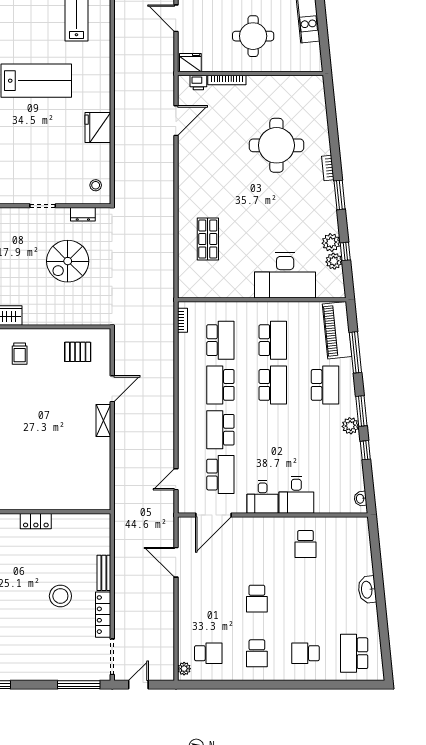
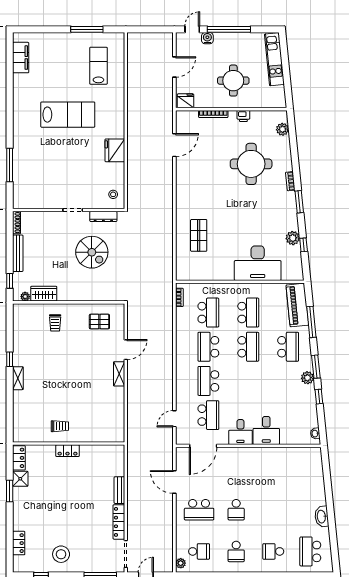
door: (176, 18) -> (174, 67), swing flipped
printer: (198, 82) -> (243, 116), moved
dresser: (83, 214) -> (103, 216), width x1.44
spiral stairs: (68, 261) -> (92, 252), turned -90
plant: (334, 261) -> (282, 129), moved
trolley: (26, 489) -> (60, 426), added
school desk: (305, 544) -> (199, 510), moved, width x1.85
washbasin: (367, 590) -> (322, 517), moved
stool: (60, 596) -> (61, 554), moved

